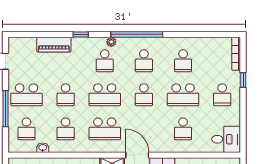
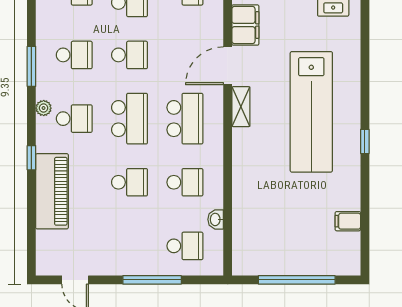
window: (137, 34) -> (31, 66), width x0.47
piano: (54, 45) -> (52, 191), width x1.37, depth x1.33
school desk: (26, 95) -> (130, 246), removed

